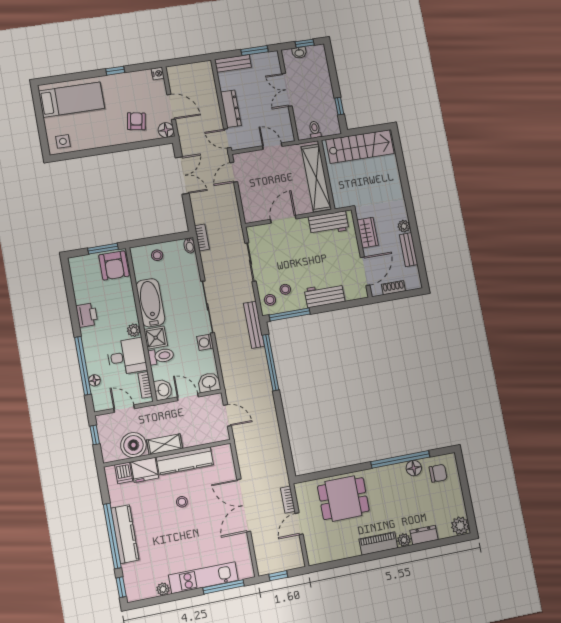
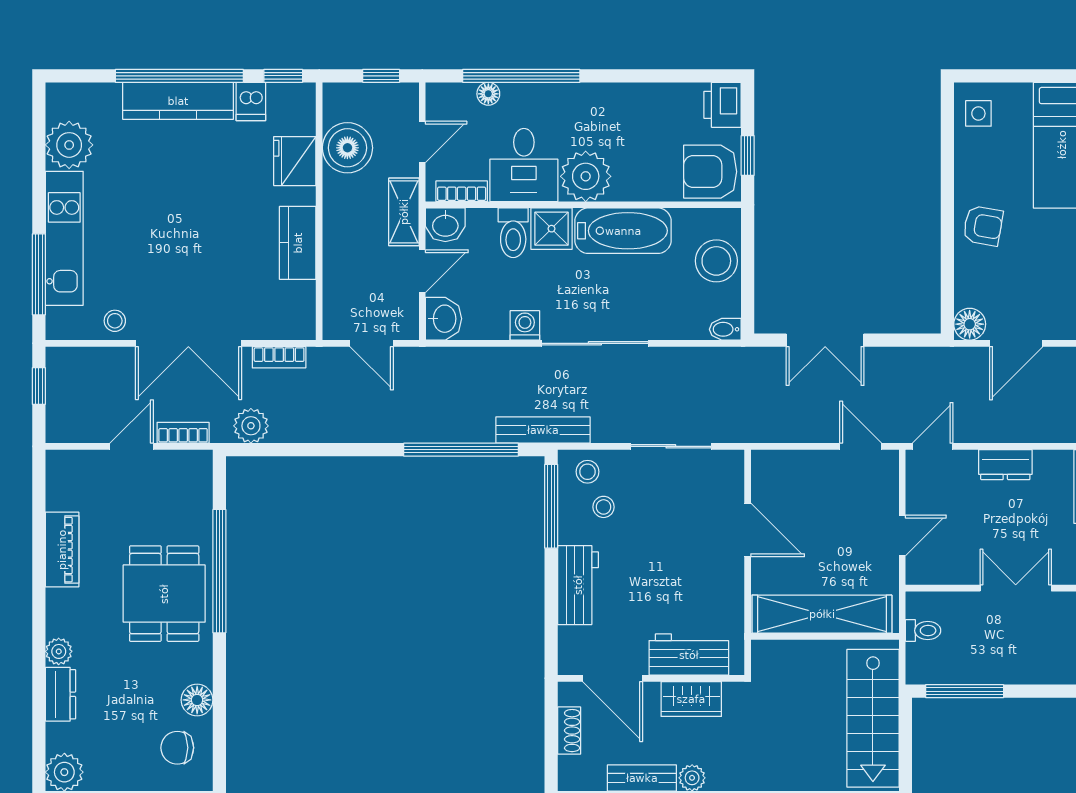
window: (339, 106) -> (965, 691), width x2.17
dresser: (231, 109) -> (1005, 465), width x0.70
armchair: (136, 121) -> (983, 226), moved
double door: (182, 176) -> (825, 340), moved
workbench: (329, 223) -> (689, 655), moved, turned 90
bookcase: (202, 237) -> (279, 357), moved
window: (103, 249) -> (748, 155), width x0.67
stool: (157, 255) -> (716, 261), width x1.89, depth x1.89
printer: (87, 315) -> (723, 105), moved, turned 90
plant: (134, 330) -> (586, 176), width x1.88, depth x1.88
door: (227, 415) -> (372, 343), hinge flipped
shelving: (165, 444) -> (404, 212), moved
window: (400, 459) -> (219, 571), moved
kitchen counter: (185, 461) -> (298, 243), width x0.67
plant: (278, 467) -> (251, 426), added
dishwasher: (124, 473) -> (251, 101), moved, turned -90
chair: (438, 473) -> (177, 748), turned 90
dining table: (343, 499) -> (164, 594), moved
stool: (182, 502) -> (115, 321), moved
double door: (244, 505) -> (188, 343), swing flipped
door: (299, 524) -> (132, 446), hinge flipped
piano: (378, 543) -> (62, 550), moved
window: (121, 587) -> (283, 76), moved
plant: (163, 589) -> (69, 145), width x1.88, depth x1.88

